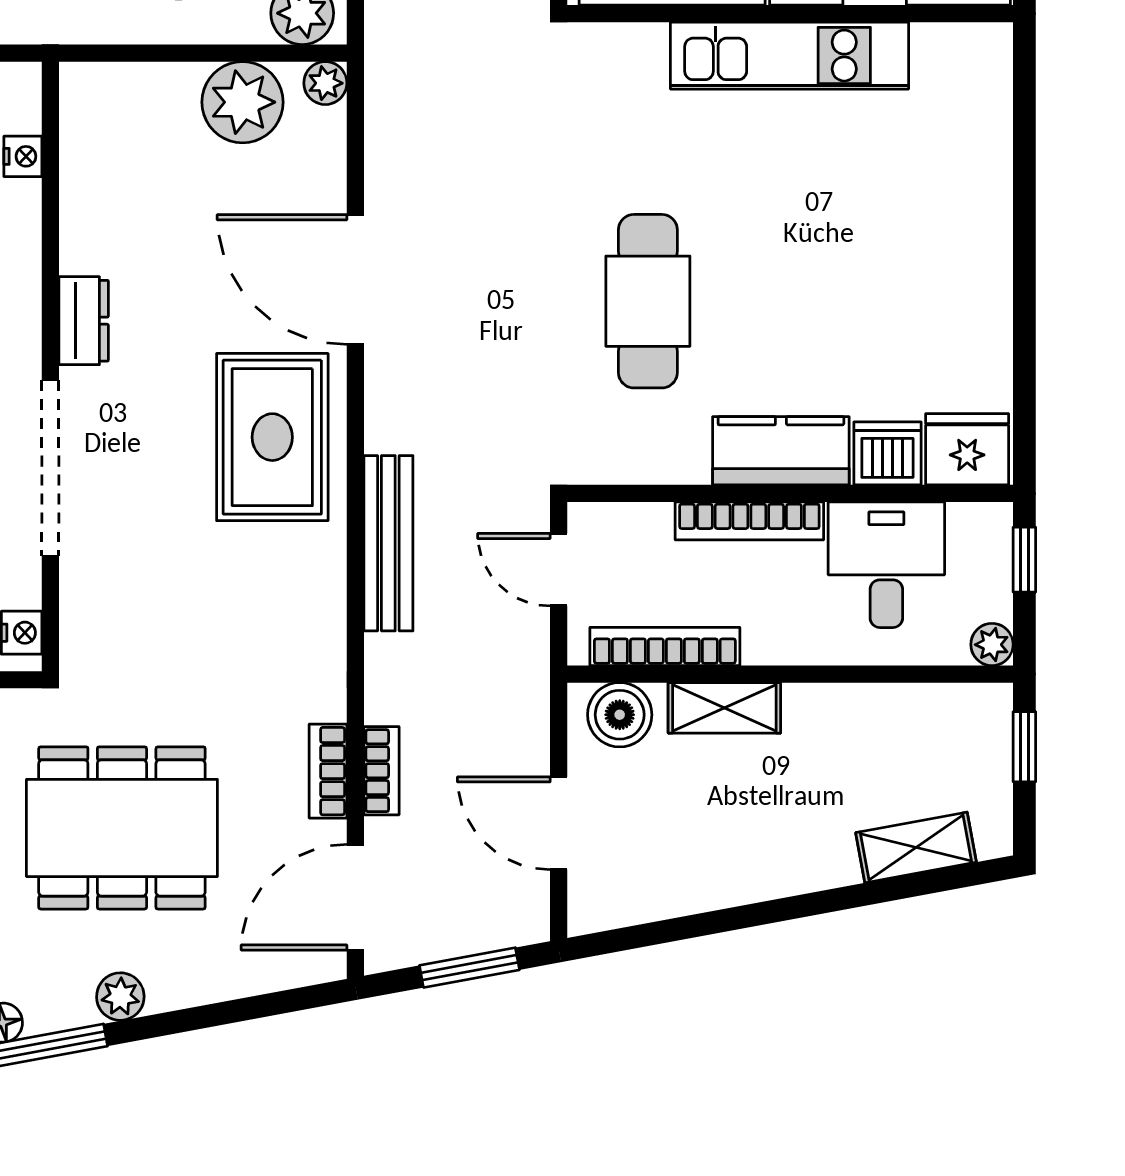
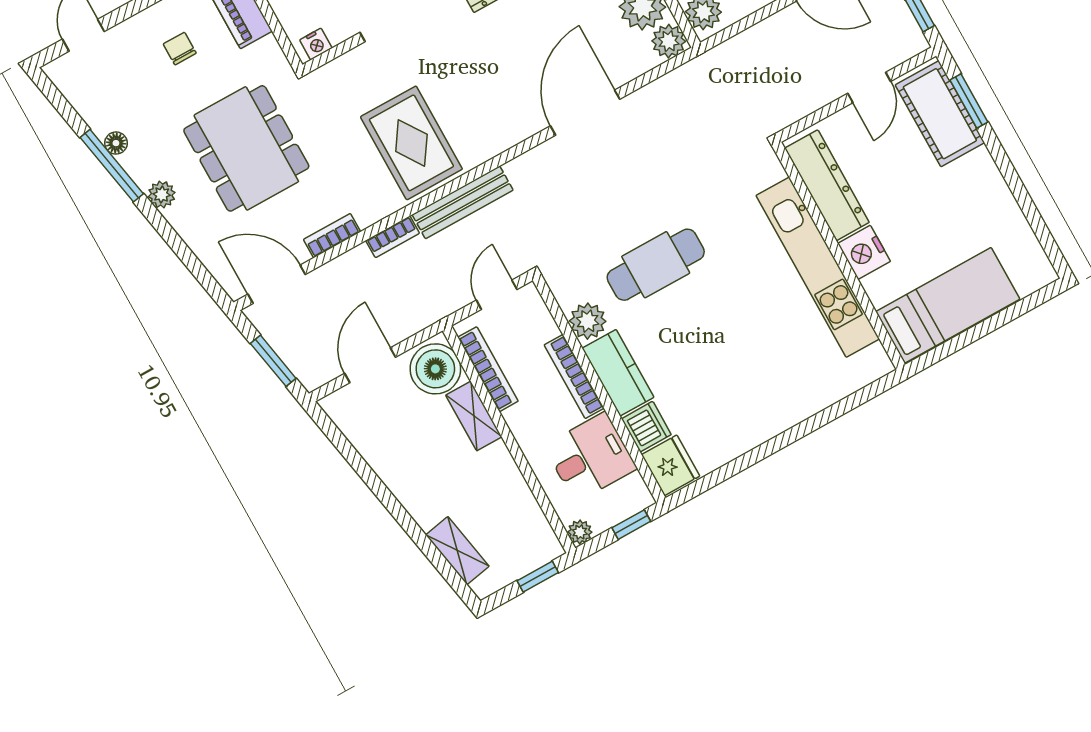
kitchen unit: (789, 56) -> (818, 267), width x1.36
plant: (325, 83) -> (669, 41), width x1.38, depth x1.38
rug: (272, 437) -> (411, 143), moved, turned 90
plant: (676, 453) -> (588, 321), added
boiler: (620, 715) -> (435, 369), width x1.37, depth x1.37
bookcase: (381, 771) -> (393, 237), moved

